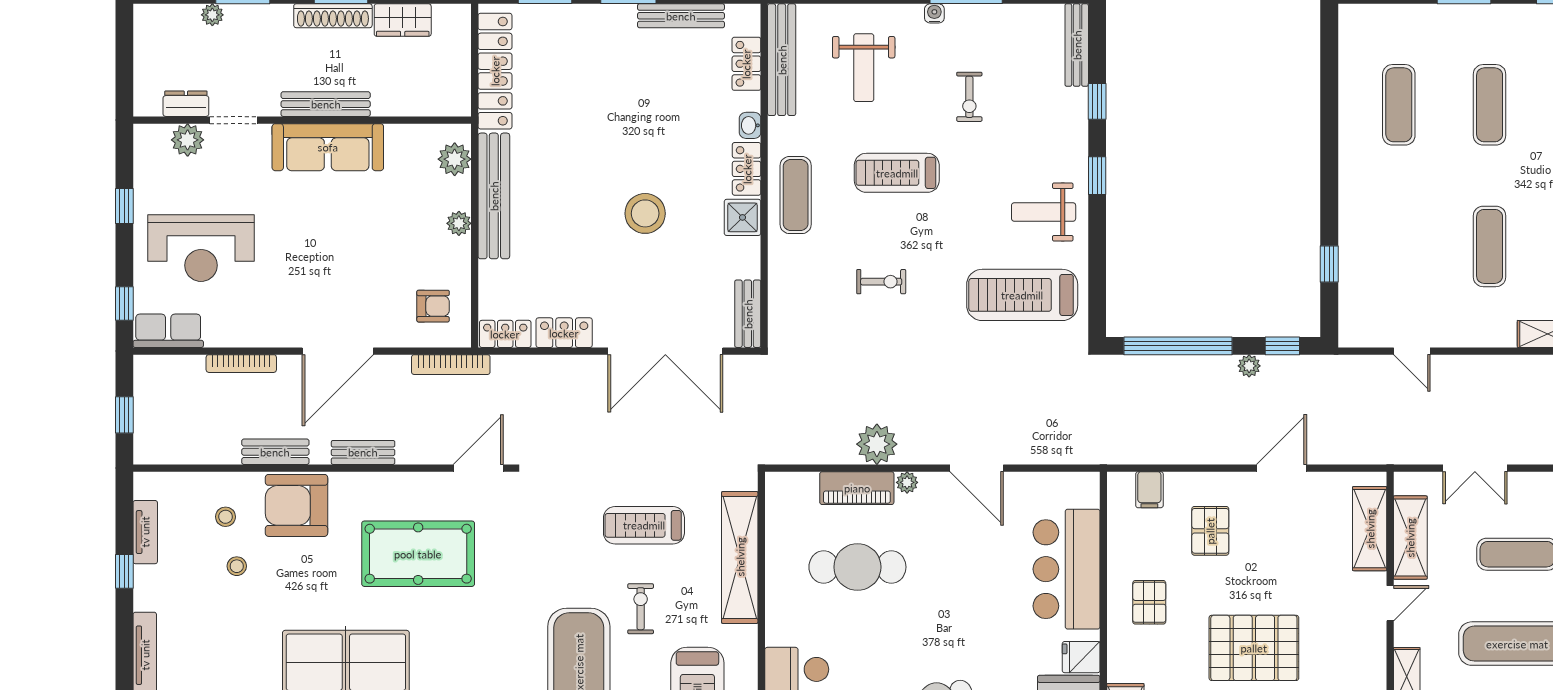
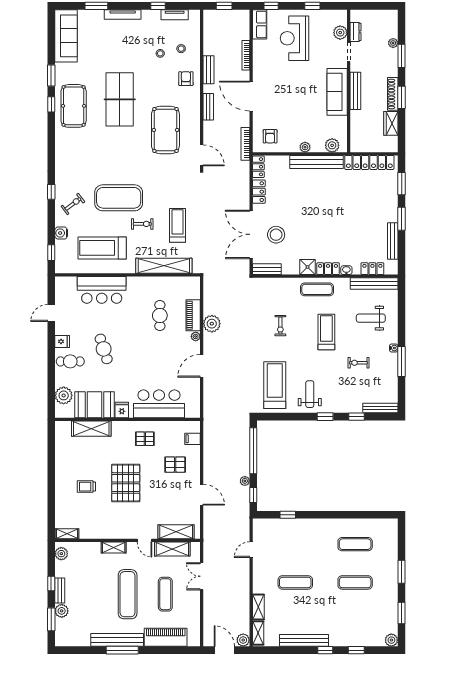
stool: (645, 213) -> (276, 235), moved
armchair: (297, 505) -> (186, 79), width x0.53, depth x0.53
cafe table: (857, 567) -> (160, 316), width x0.73, depth x0.74

